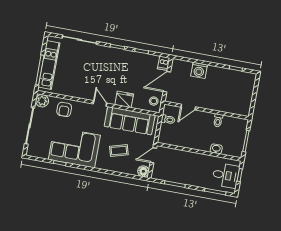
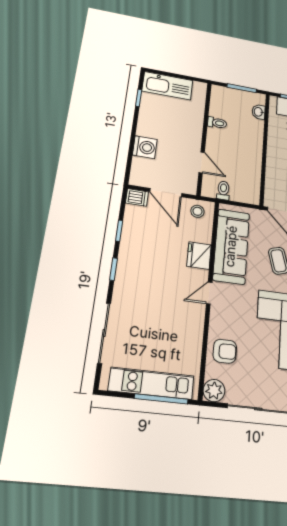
kitchen sink: (246, 89) -> (168, 86), added
washbasin: (216, 149) -> (259, 112), moved

